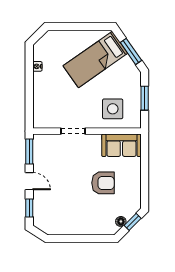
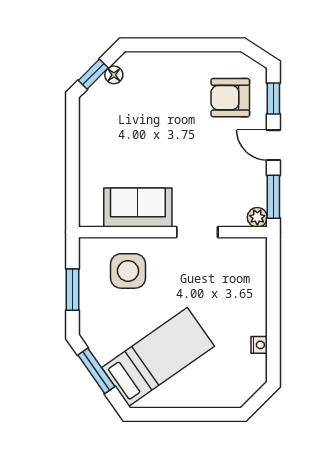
plant: (38, 140) -> (257, 217), added
sofa: (121, 145) -> (138, 207), moved
armchair: (103, 183) -> (230, 98), moved

